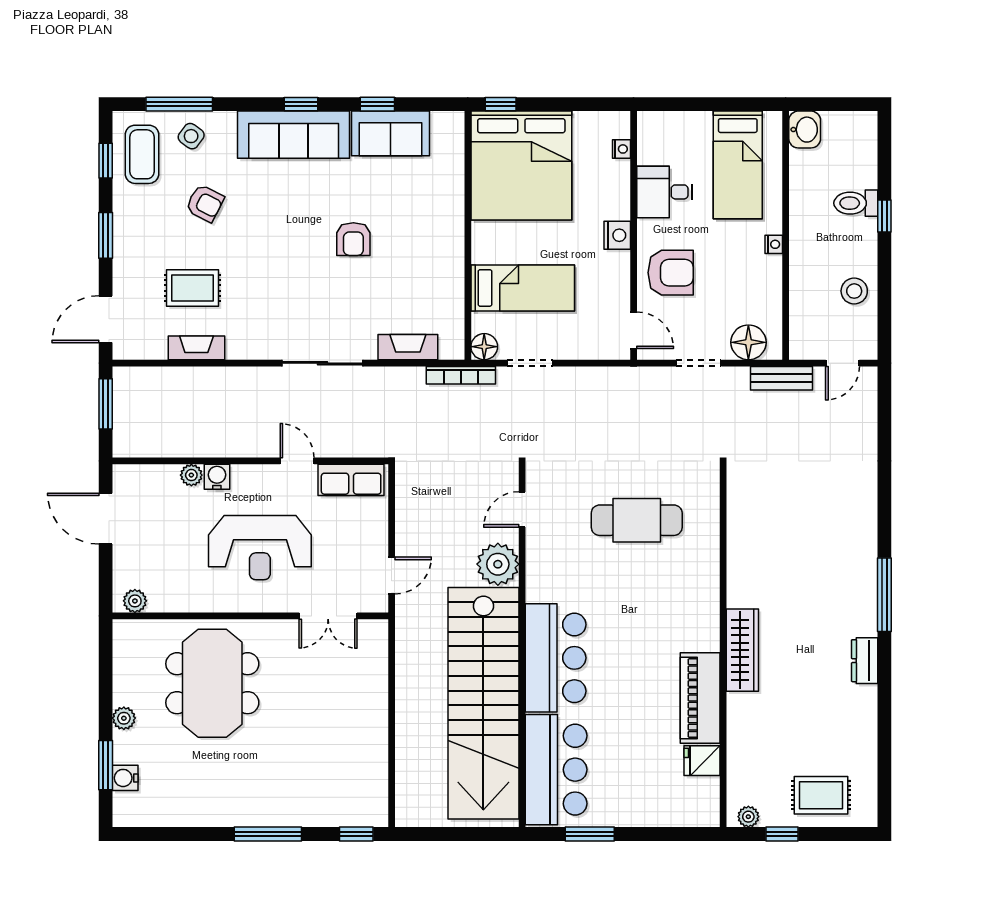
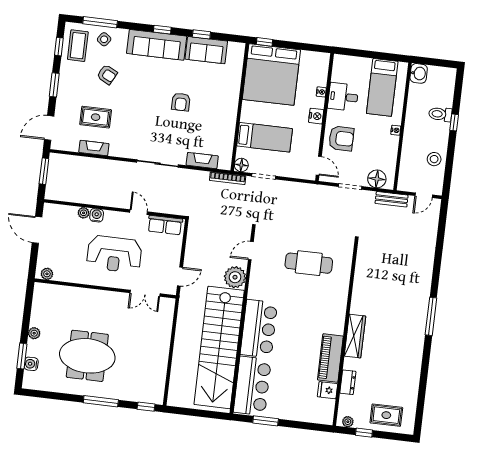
nightstand: (621, 149) -> (321, 92), moved
dresser: (865, 661) -> (348, 382), moved, turned 180
meeting table: (212, 683) -> (87, 356), moved, turned 90

